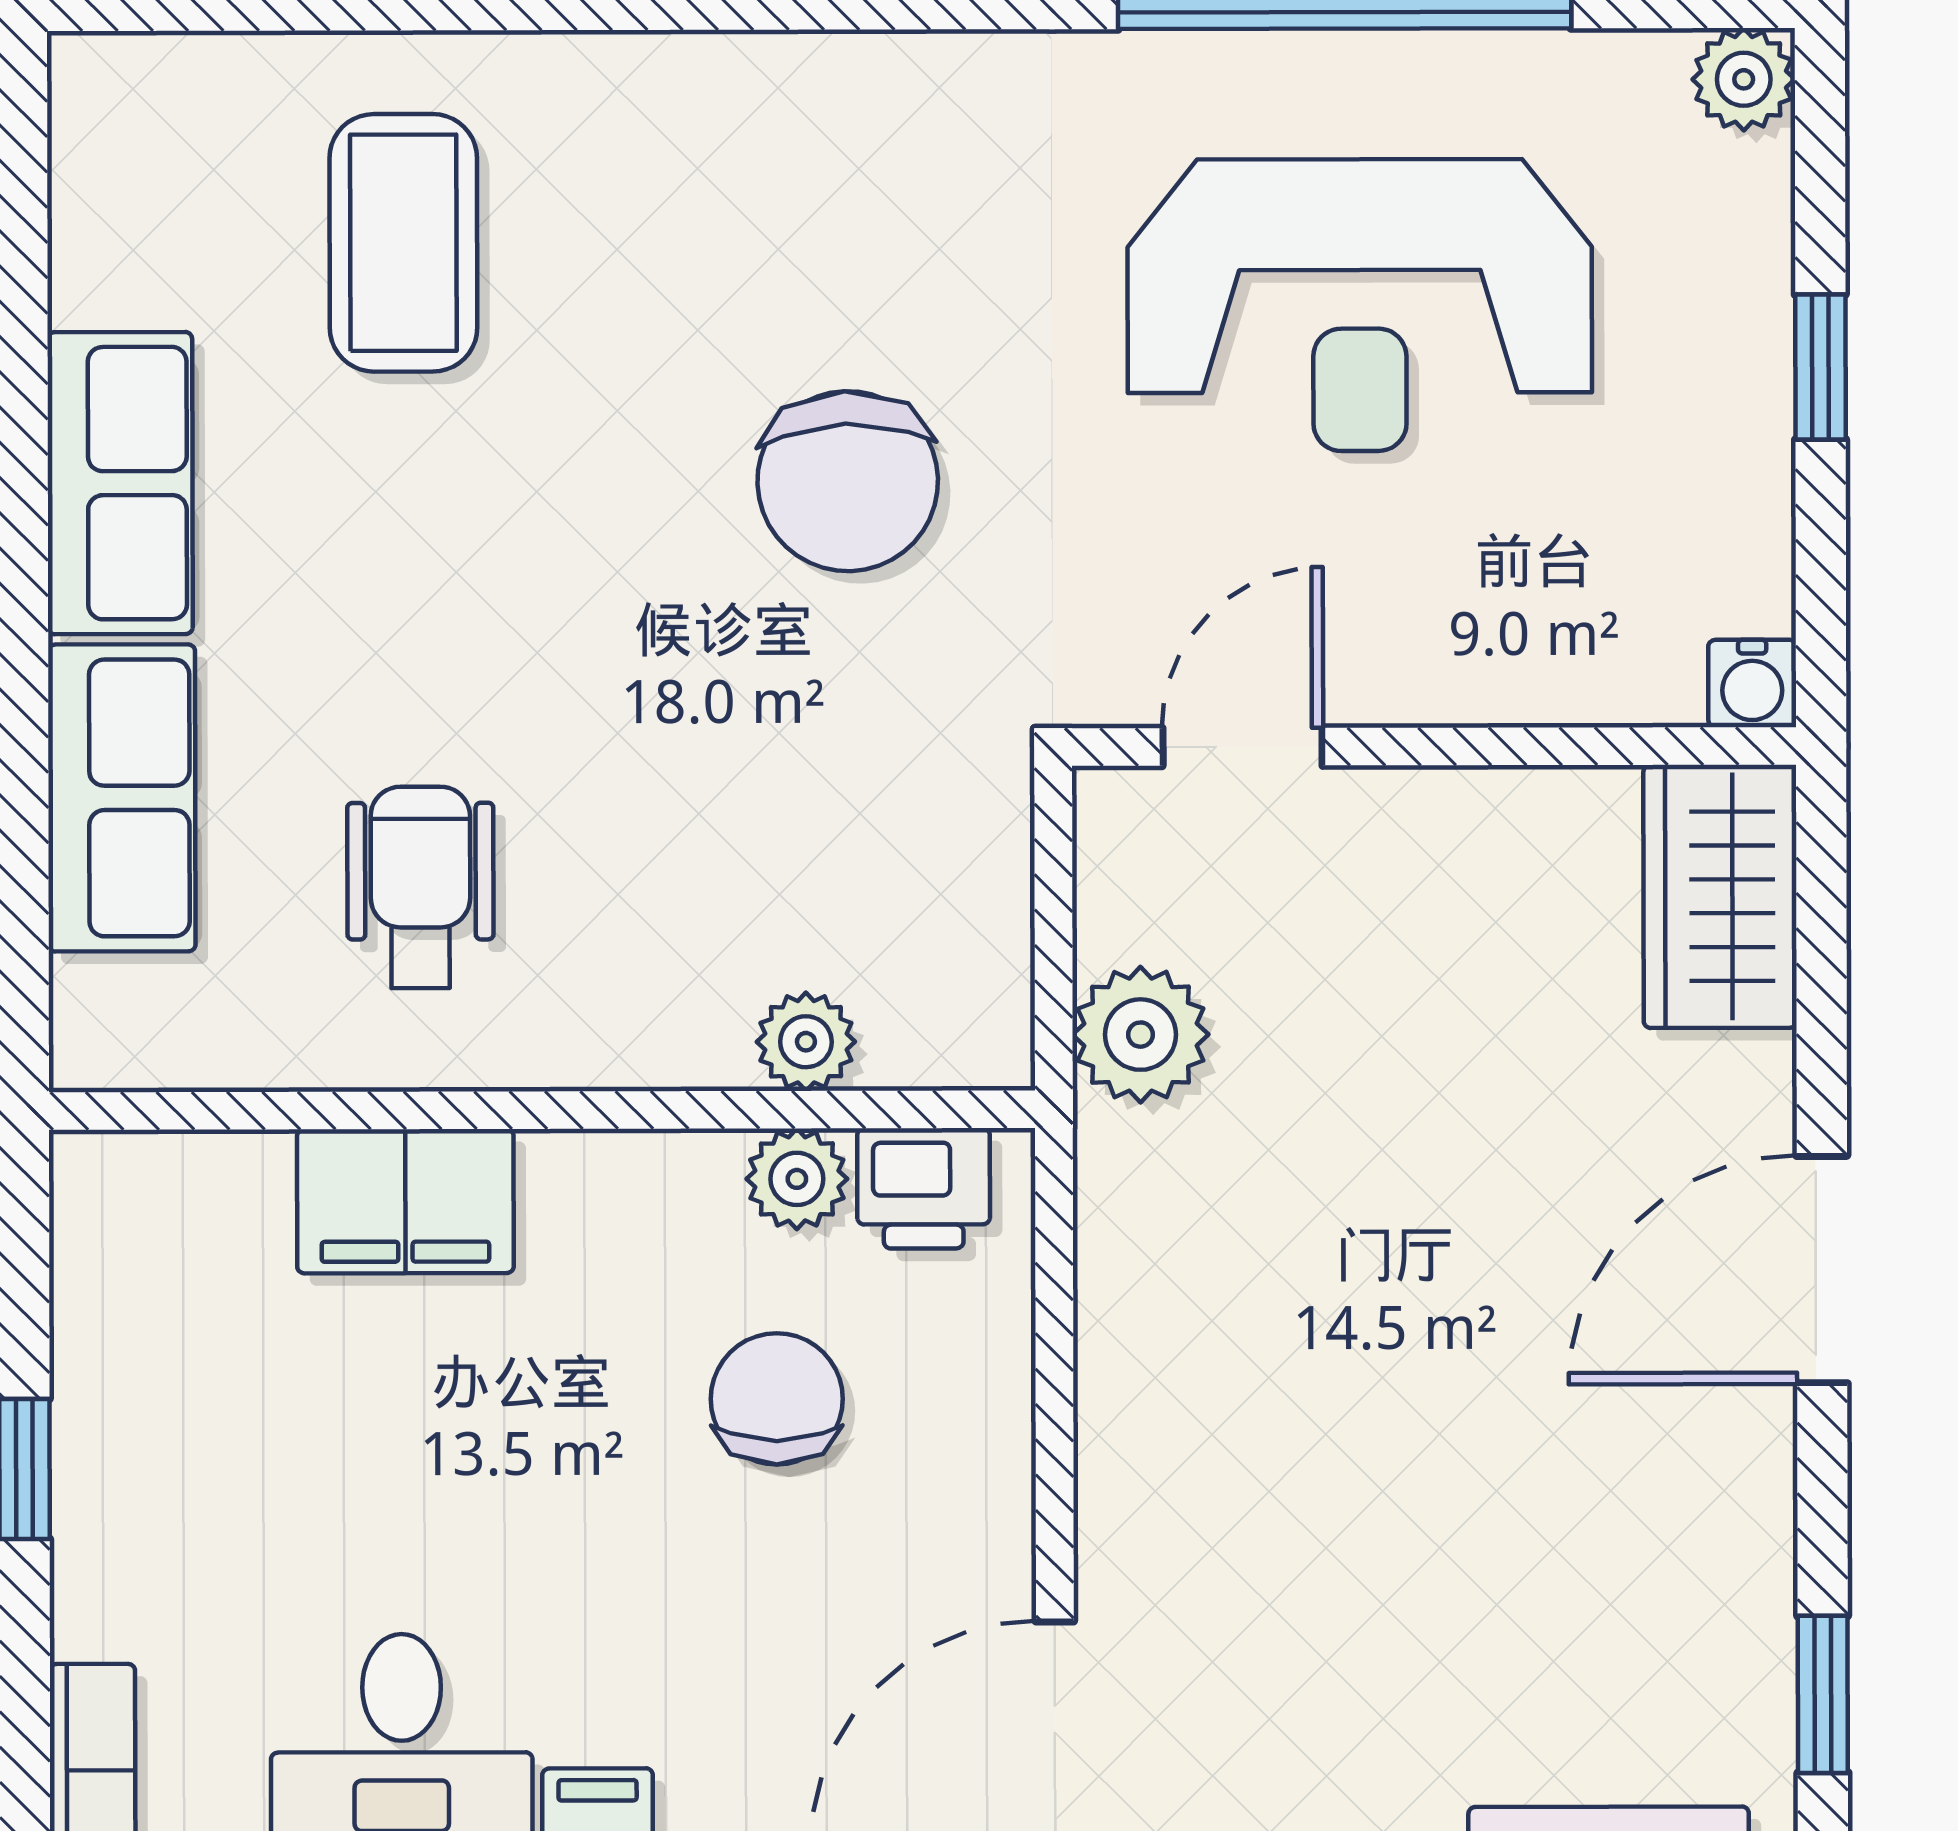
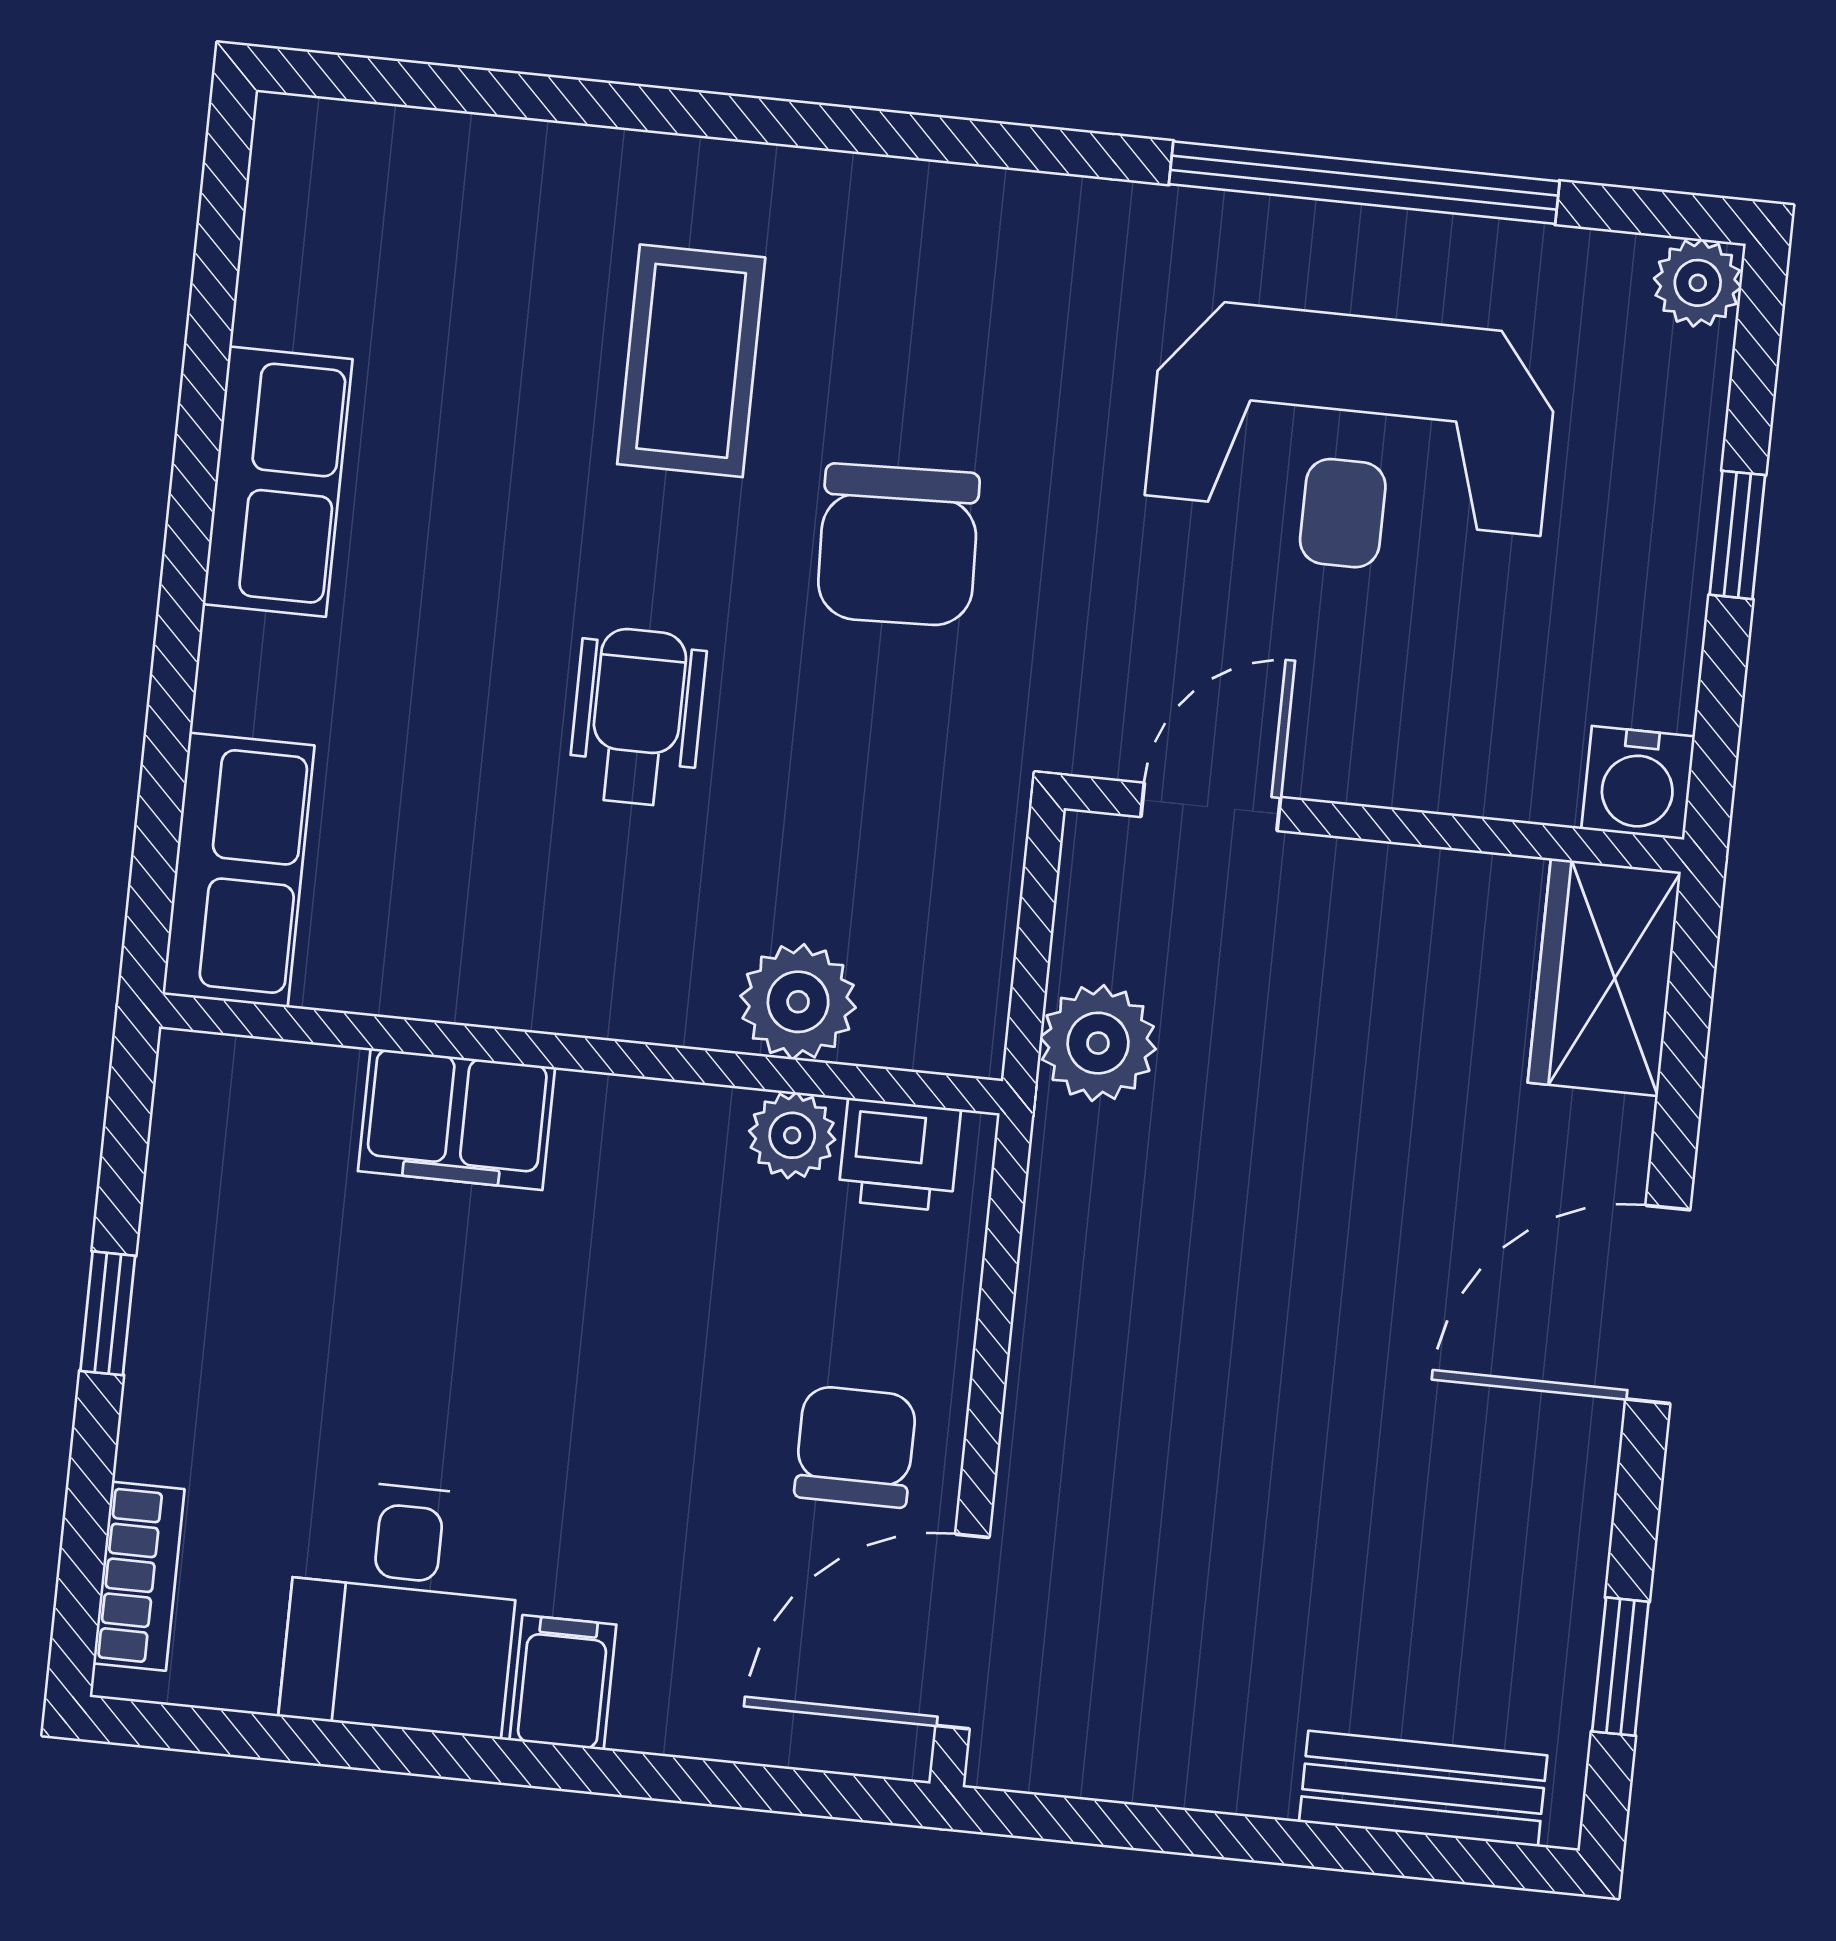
coffee table: (403, 243) -> (691, 361), moved
water cooler: (1752, 683) -> (1638, 783), width x1.38, depth x1.38
row of seats: (122, 798) -> (238, 870), moved
wheelchair: (420, 887) -> (637, 717), moved
plant: (806, 1042) -> (798, 1002), width x1.38, depth x1.38
chair: (777, 1399) -> (855, 1447), moved

